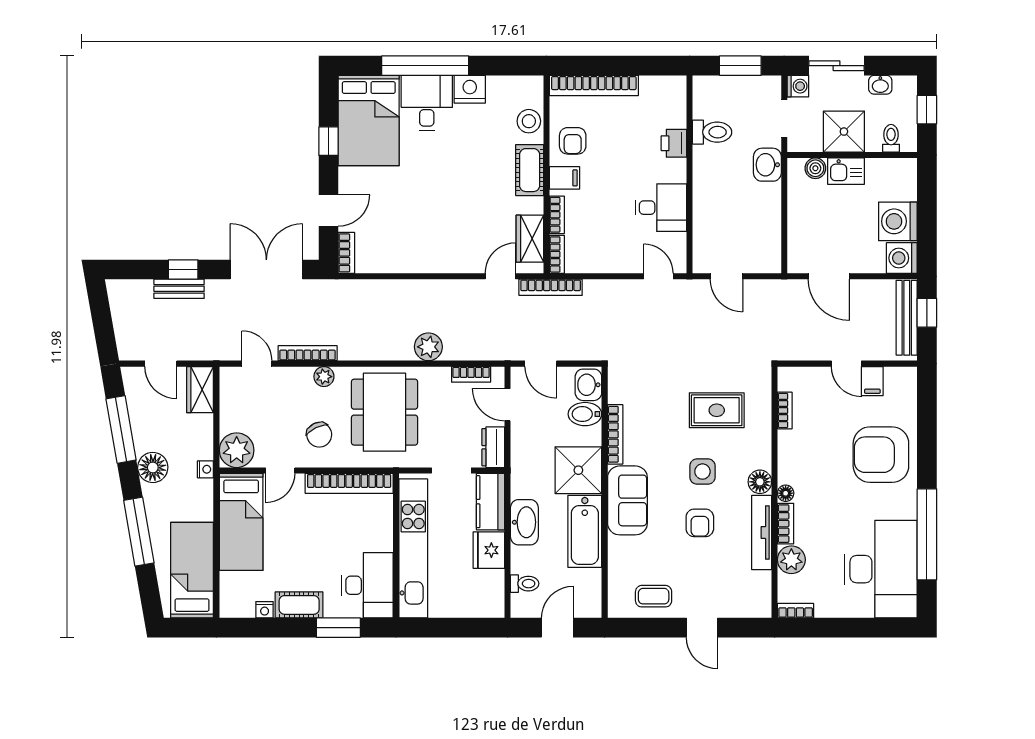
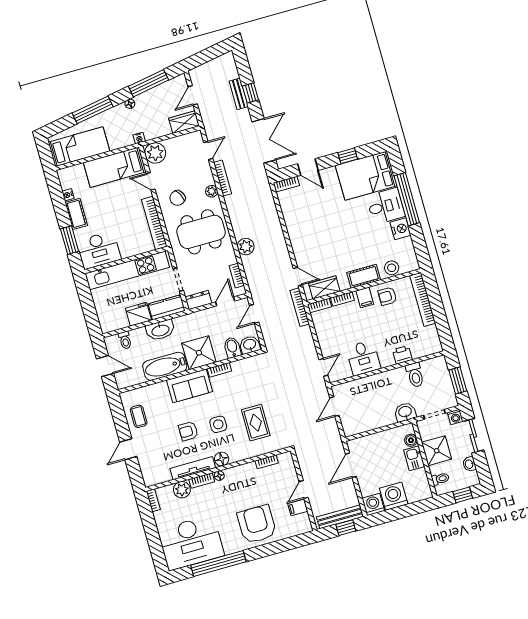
bookcase: (615, 434) -> (219, 370), width x0.64
floor lamp: (153, 467) -> (130, 104), width x0.53, depth x0.53

